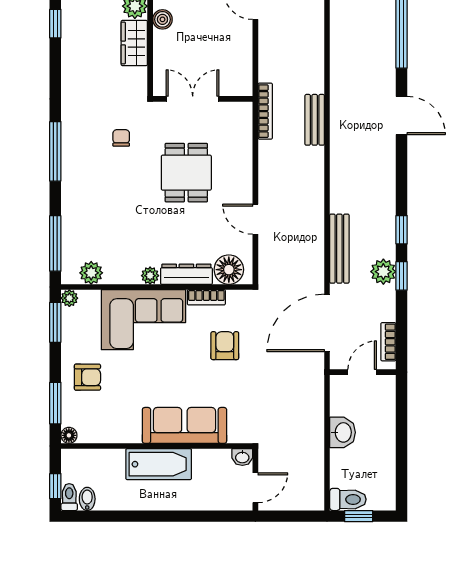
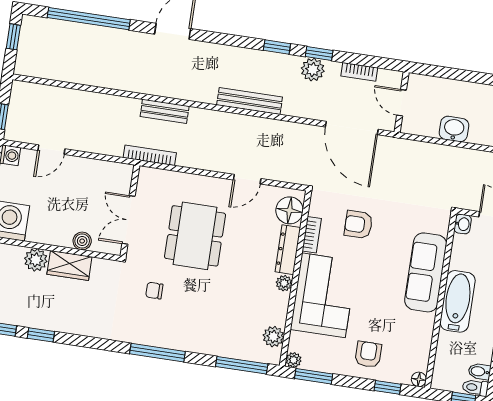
boiler: (162, 19) -> (82, 241), moved
dining table: (186, 173) -> (195, 236), width x1.38
bench: (339, 249) -> (250, 101), moved
bookcase: (388, 342) -> (359, 72), moved
window: (55, 403) -> (388, 387), width x0.67

